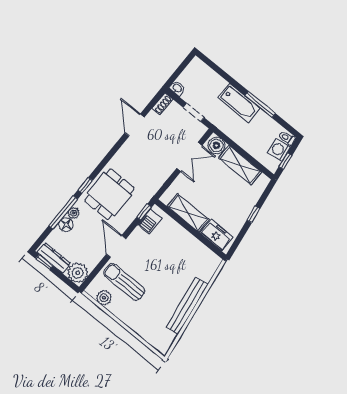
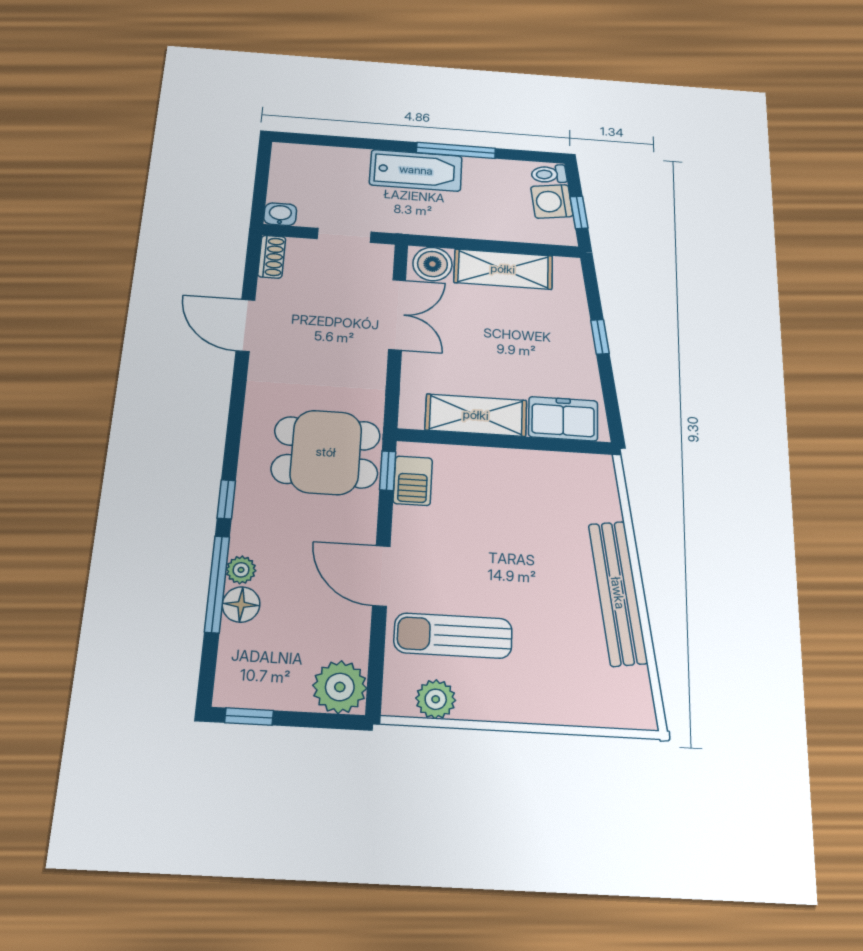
dining table: (109, 194) -> (326, 452), moved, turned 90
dresser: (54, 258) -> (264, 692), removed

